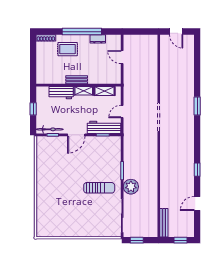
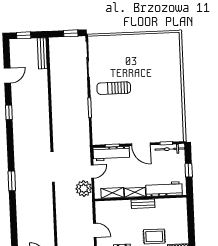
workbench: (61, 93) -> (164, 189), width x1.37
door: (76, 135) -> (141, 144), swing flipped
plant: (131, 187) -> (84, 189), moved

